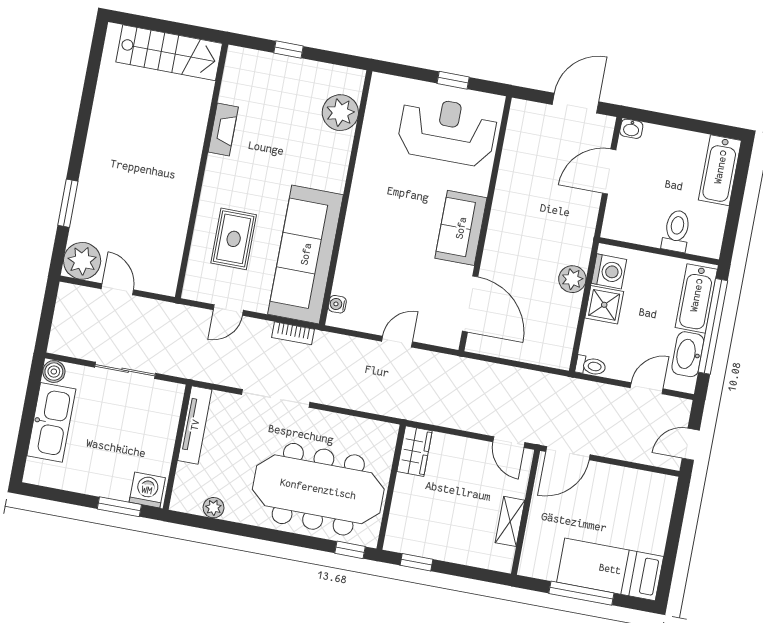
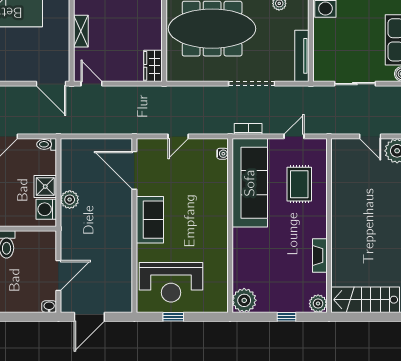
plant: (239, 60) -> (318, 304), added
plant: (340, 113) -> (244, 300), moved
door: (568, 453) -> (51, 84), swing flipped

